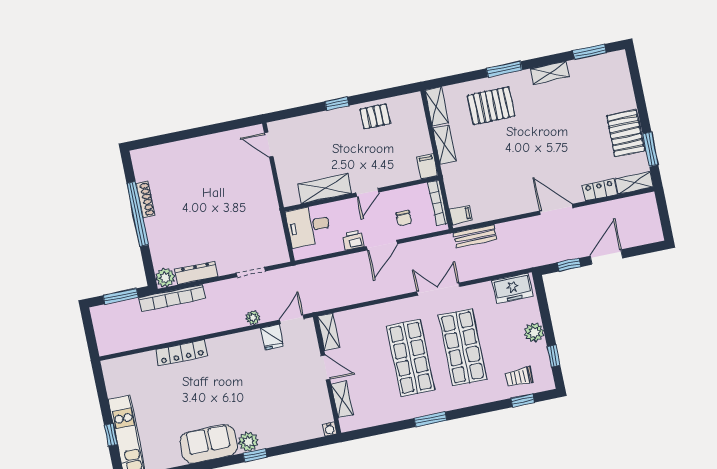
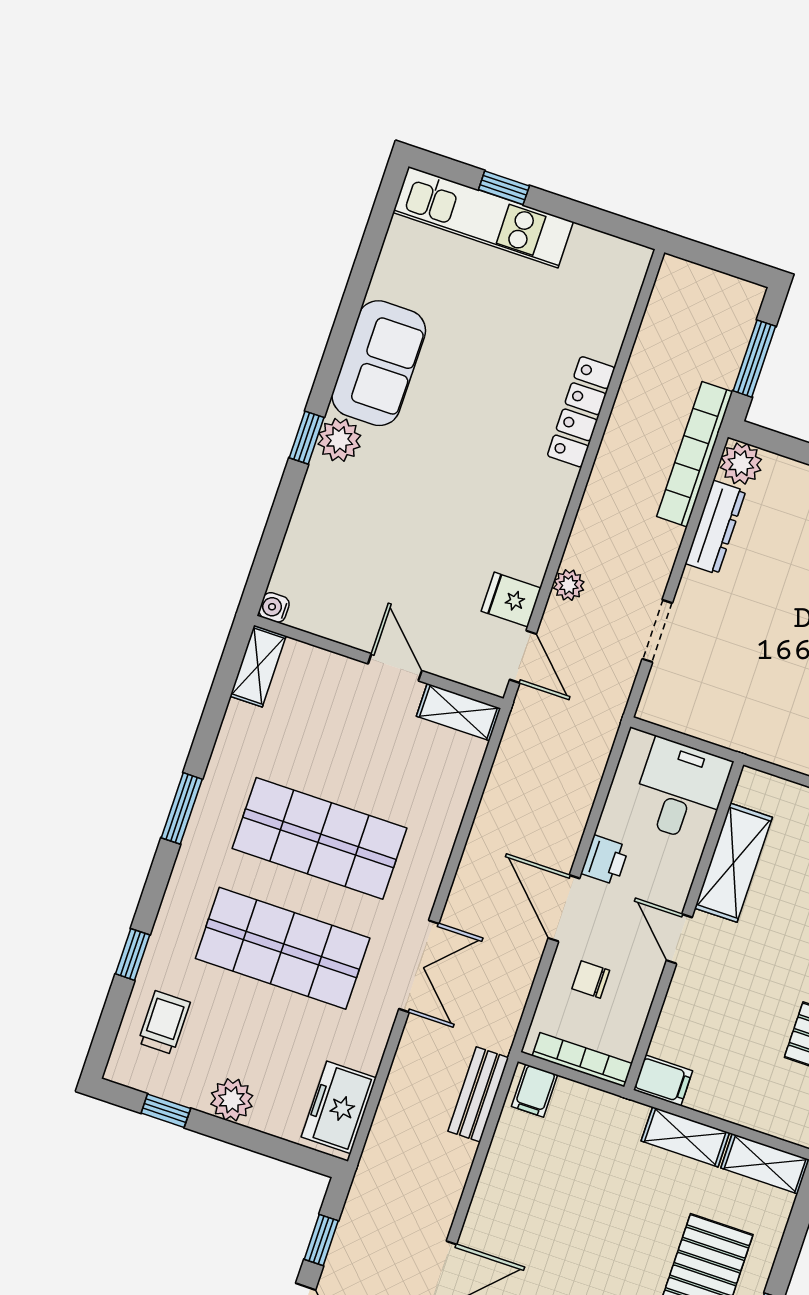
door: (326, 367) -> (395, 667), swing flipped
shelving: (342, 399) -> (258, 666), moved, turned 90
window: (522, 400) -> (133, 954), moved

